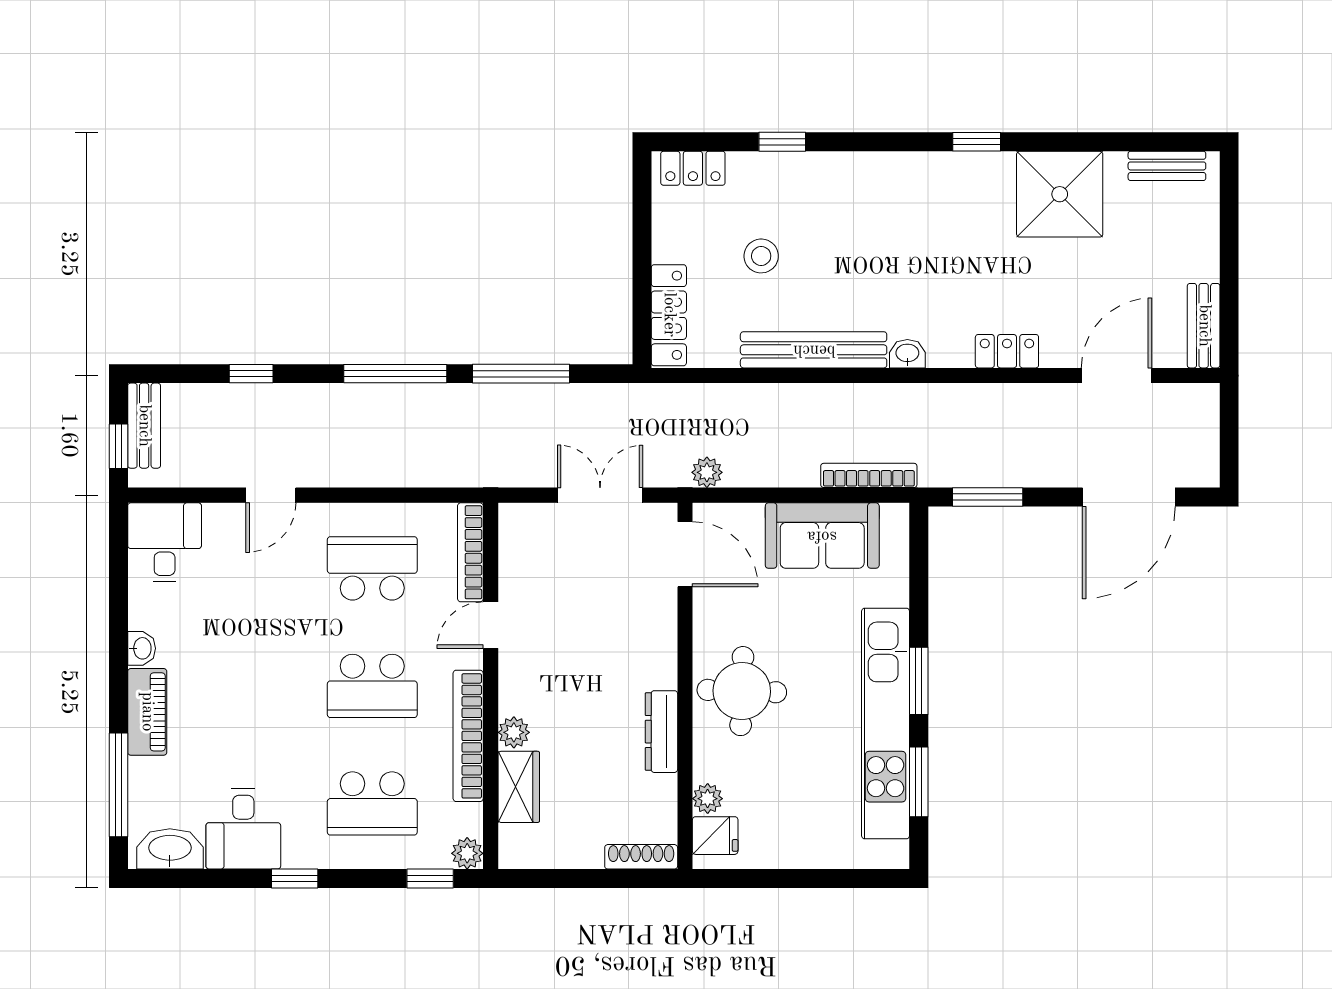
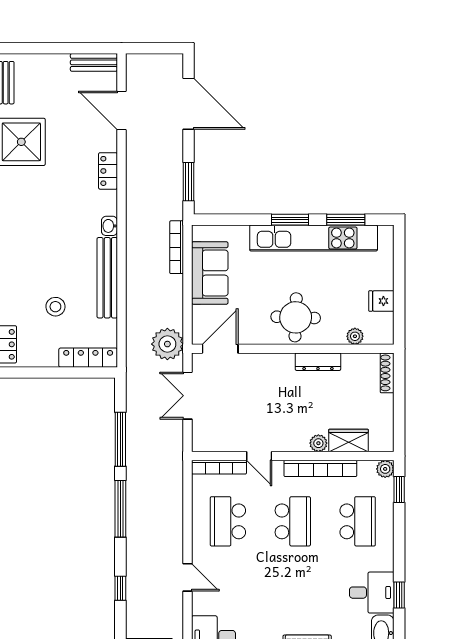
plant: (707, 472) -> (167, 344), width x1.87, depth x1.87
fridge: (715, 836) -> (381, 301), moved, turned -90
window: (295, 879) -> (399, 595), moved

